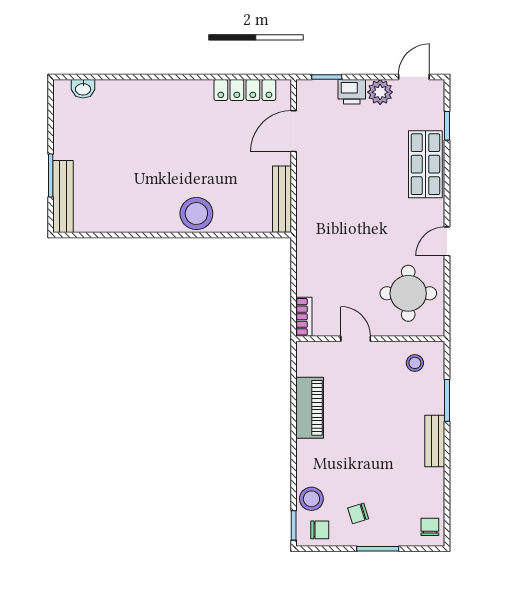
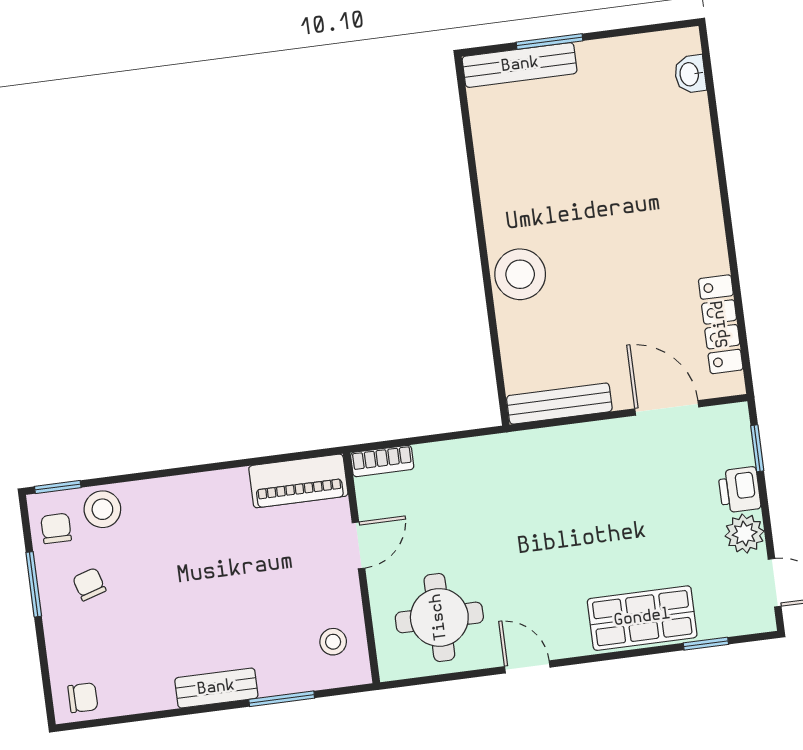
piano: (310, 408) -> (298, 481), moved
chair: (320, 530) -> (56, 528), turned 180
window: (378, 549) -> (34, 584), moved

